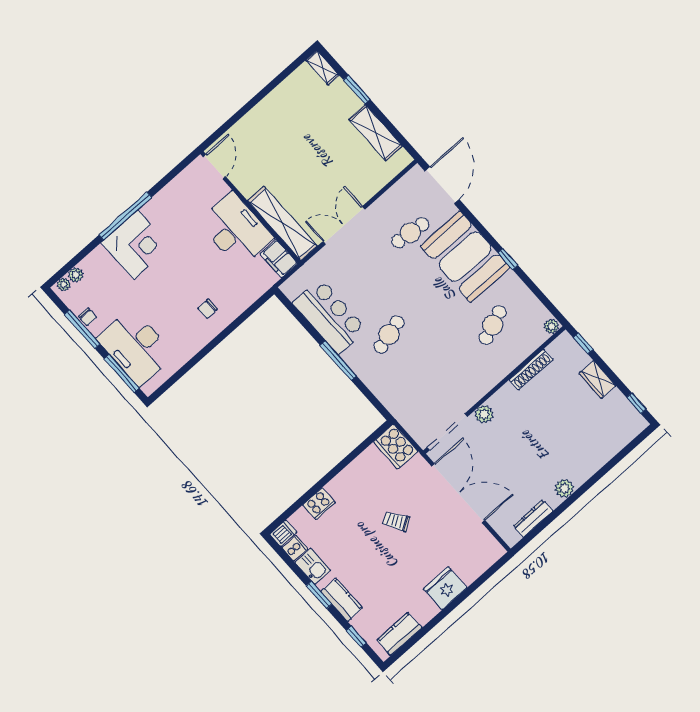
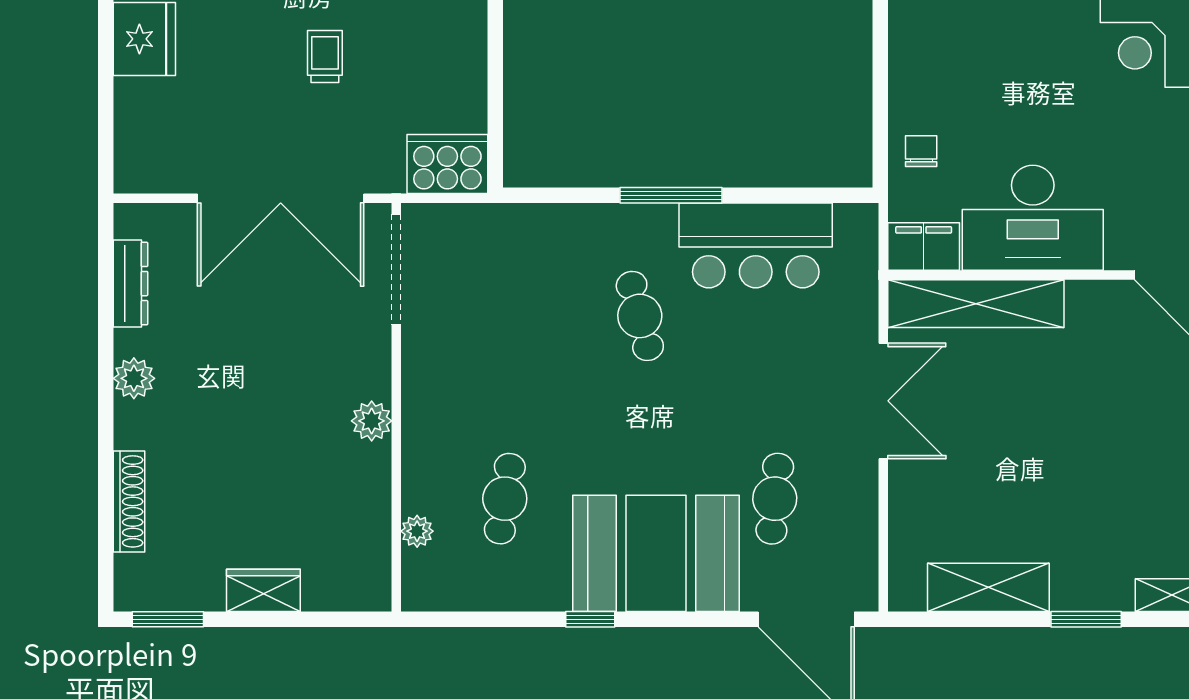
chair: (208, 309) -> (921, 151), moved
cafe table: (493, 325) -> (505, 499), turned 30
plant: (551, 326) -> (417, 531), moved
window: (583, 344) -> (343, 619), removed
shoe rack: (531, 370) -> (129, 501), moved, turned 180
window: (636, 403) -> (168, 619), width x1.50
plant: (484, 414) -> (372, 421), moved
trolley: (396, 521) -> (325, 57), turned -58

